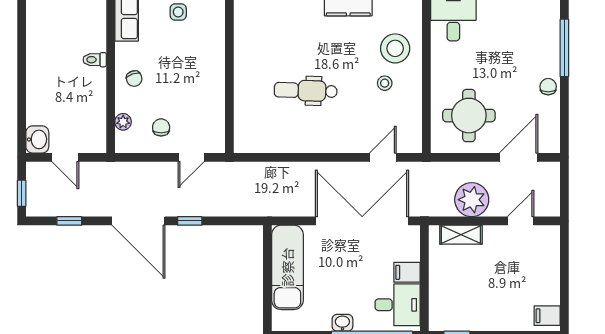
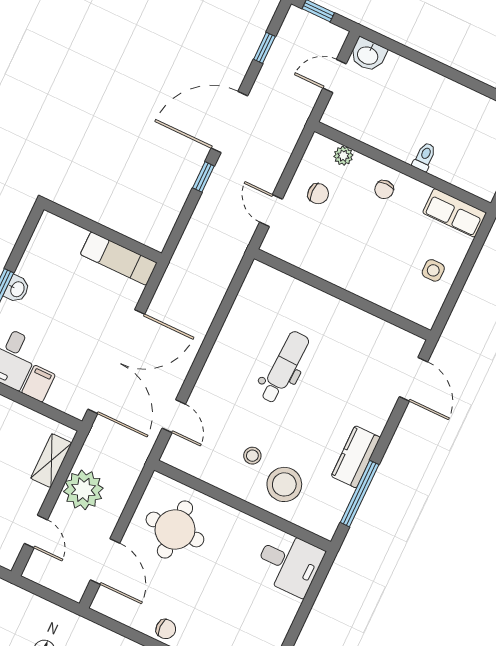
chair: (134, 79) -> (384, 189), turned -71
exam couch: (287, 267) -> (119, 259), width x0.73, depth x0.69

